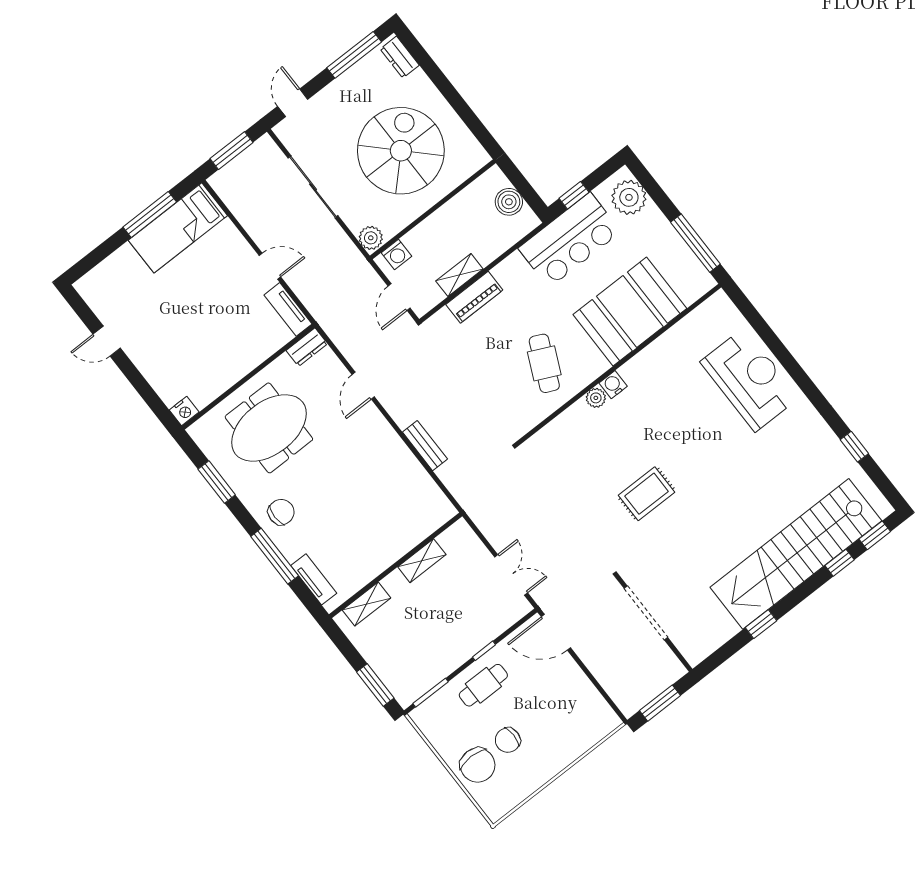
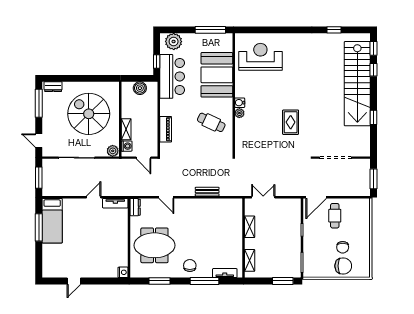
shelving: (459, 275) -> (126, 129), moved
reception desk: (750, 380) -> (260, 57), moved
meeting table: (269, 428) -> (154, 245), turned 90
double door: (511, 575) -> (263, 197), moved
cafe table: (483, 685) -> (335, 216), moved

